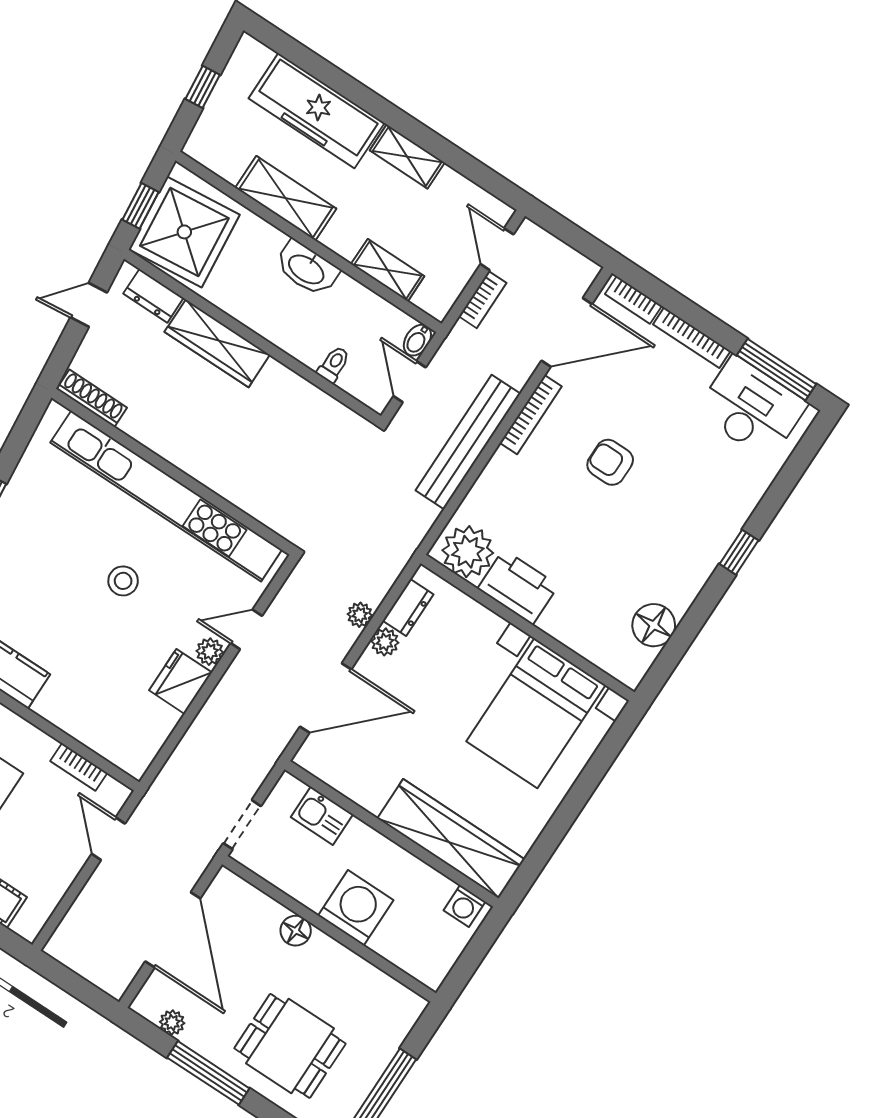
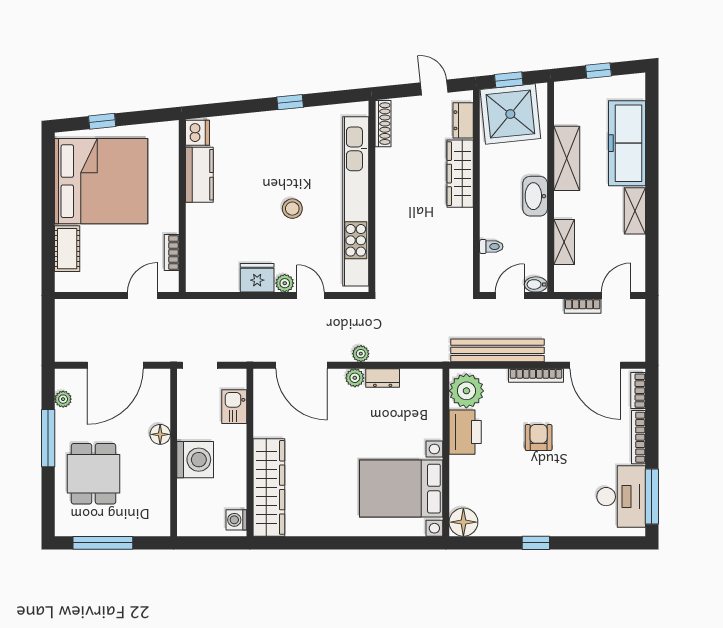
plant: (468, 552) -> (466, 391), moved
printer: (518, 587) -> (465, 432), moved
wall: (528, 628) -> (446, 452), moved
bed with nightstands: (536, 713) -> (401, 489), moved

